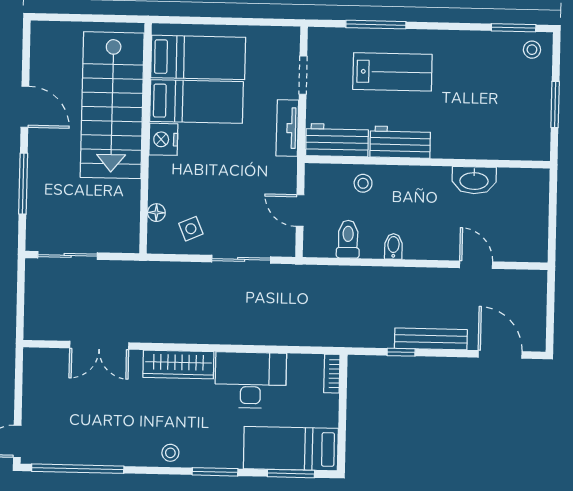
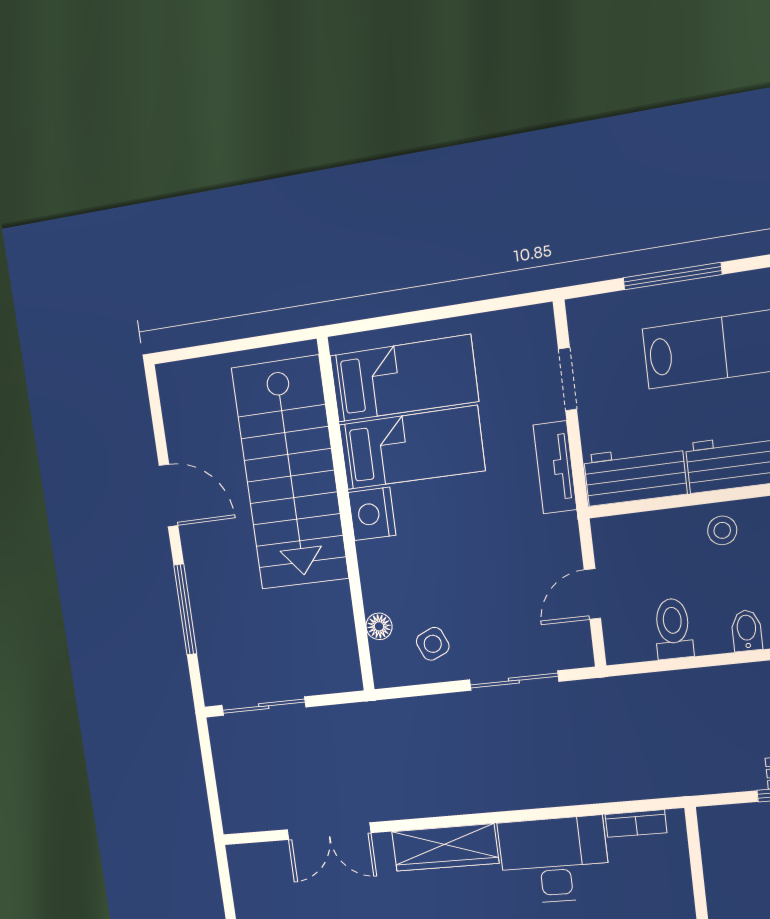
stool: (363, 183) -> (722, 530), moved
door: (300, 211) -> (592, 594), hinge flipped
bookcase: (332, 374) -> (636, 824), moved, turned -90

